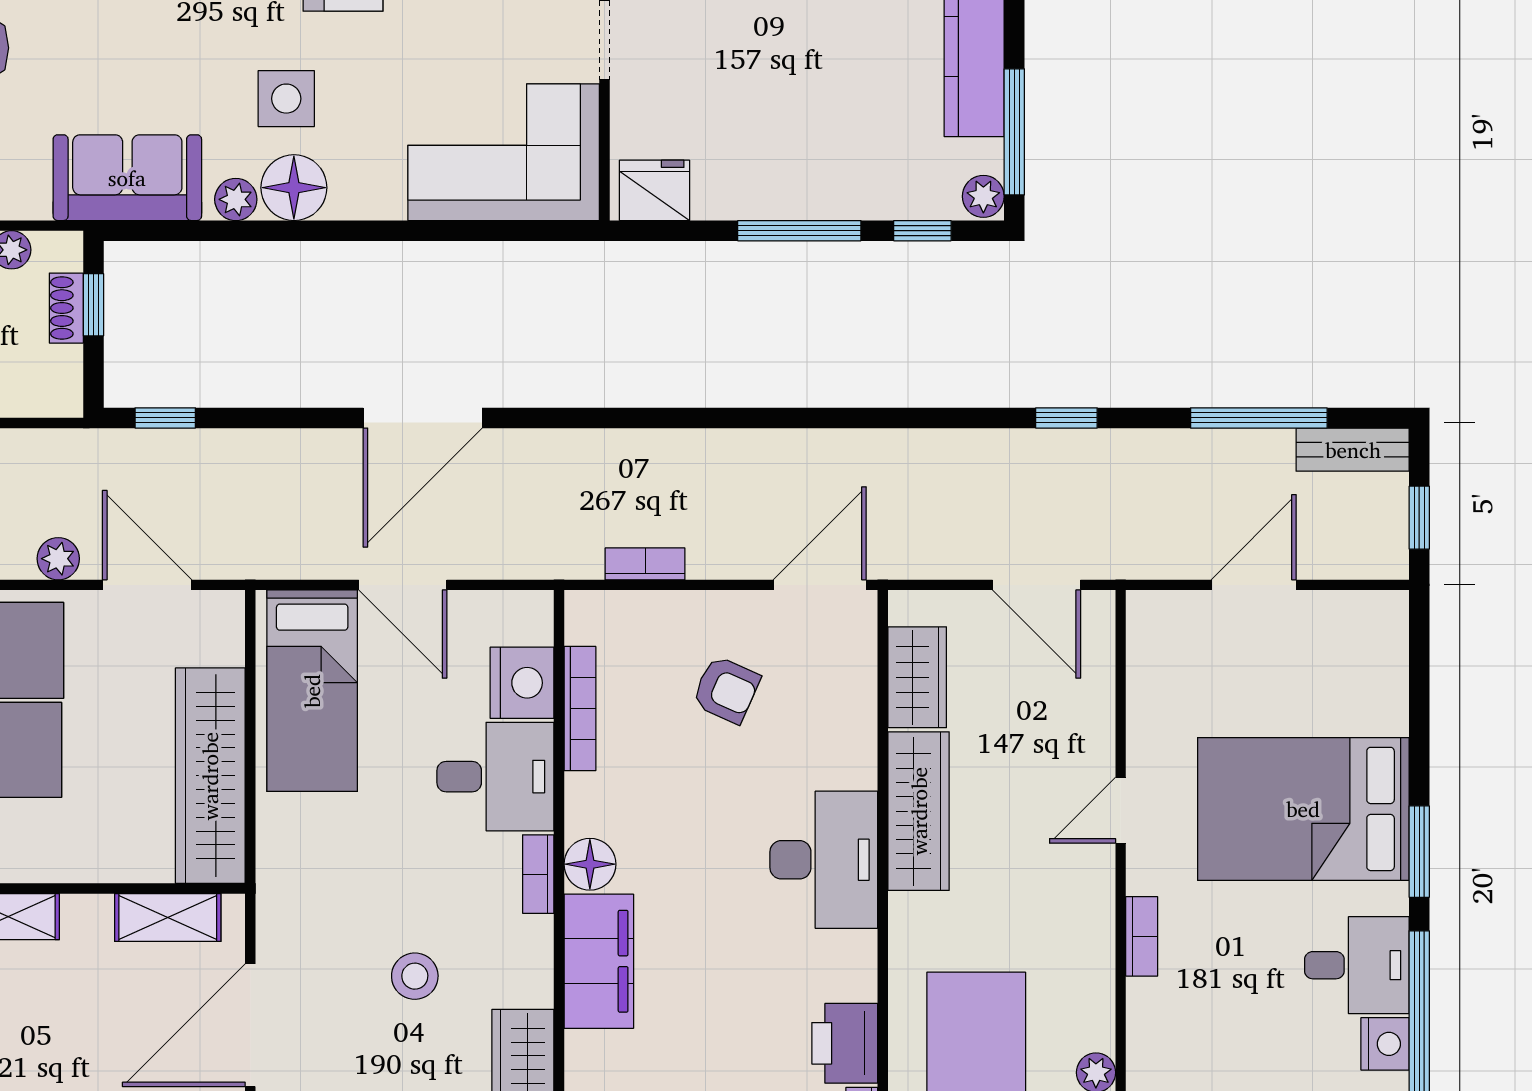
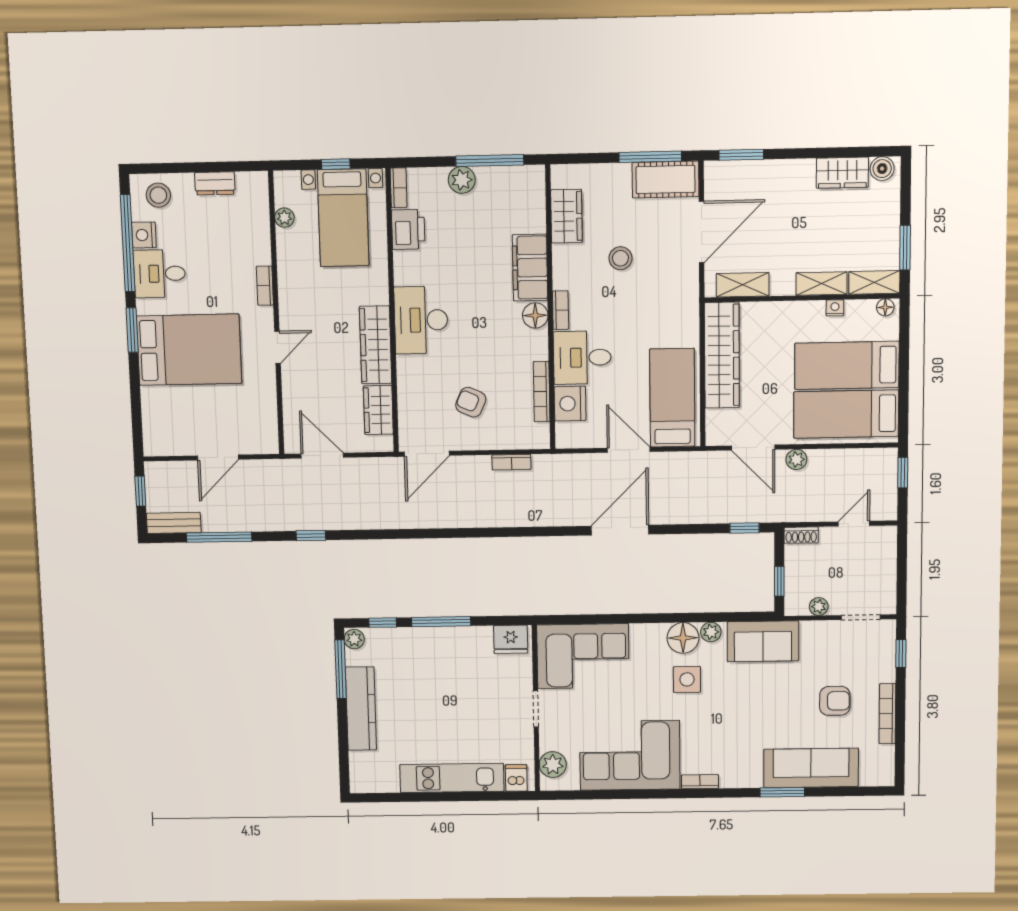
shoe rack: (66, 308) -> (801, 535), moved, turned 90

